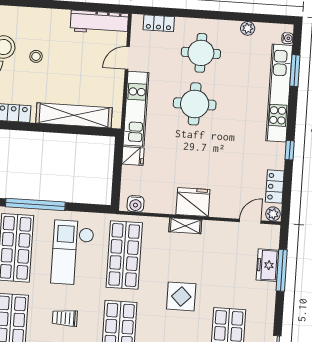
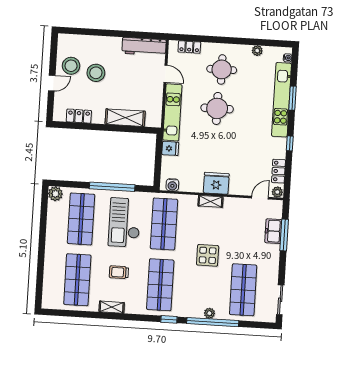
stool: (36, 56) -> (96, 73), width x1.89, depth x1.89
door: (127, 58) -> (165, 74), swing flipped
window: (295, 71) -> (293, 98), moved
shelving: (74, 115) -> (125, 118), width x0.68
window: (35, 204) -> (112, 187), moved

